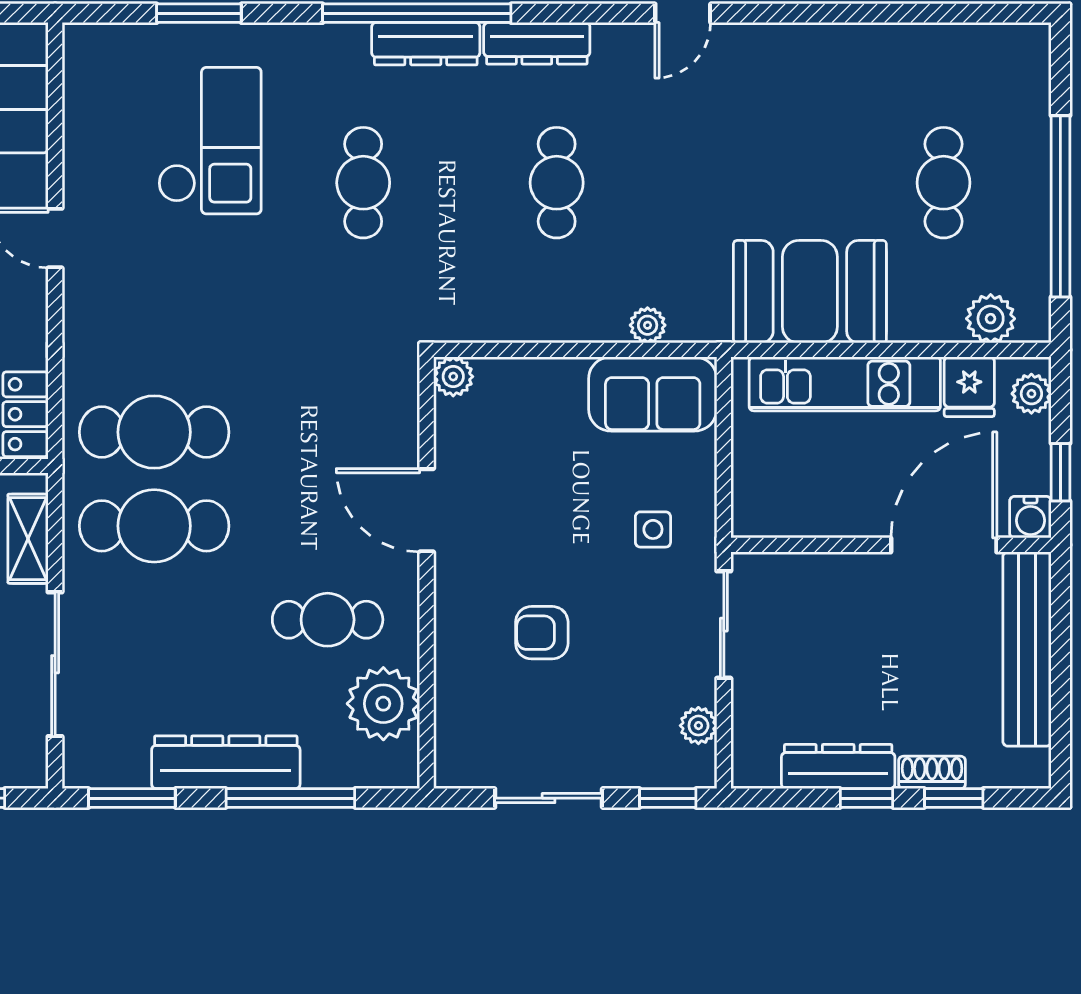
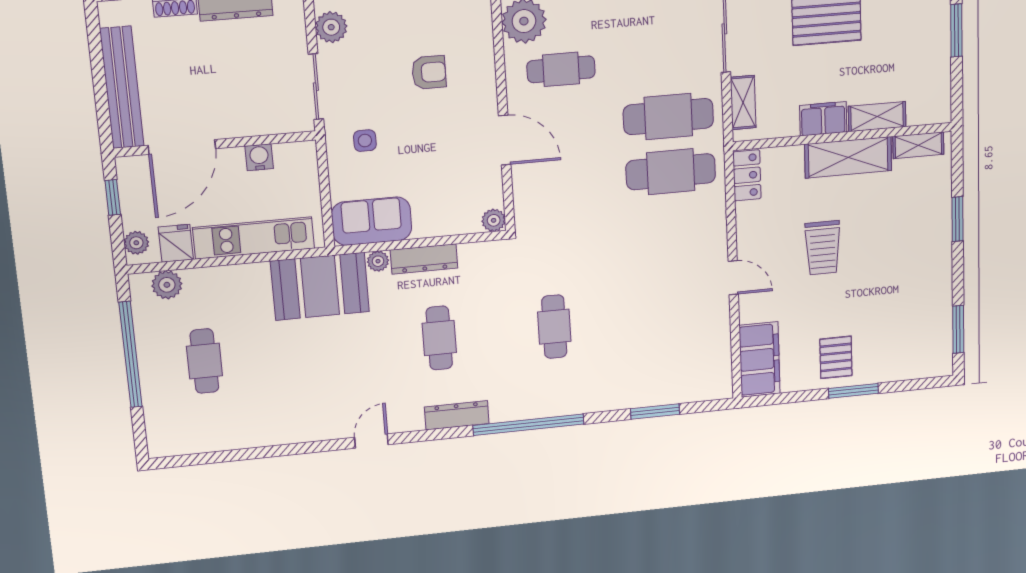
dresser: (426, 44) -> (424, 259), moved, turned 180
checkout: (210, 141) -> (646, 341), removed
booth: (810, 292) -> (320, 286), moved
water cooler: (1030, 517) -> (259, 157), moved
plant: (698, 726) -> (331, 27), width x1.38, depth x1.38

